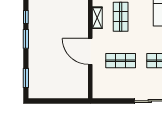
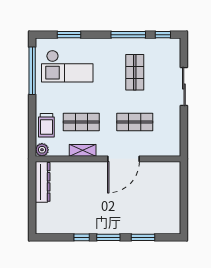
shop shelf: (121, 61) -> (135, 122), turned 90
window: (26, 78) -> (143, 237), moved

